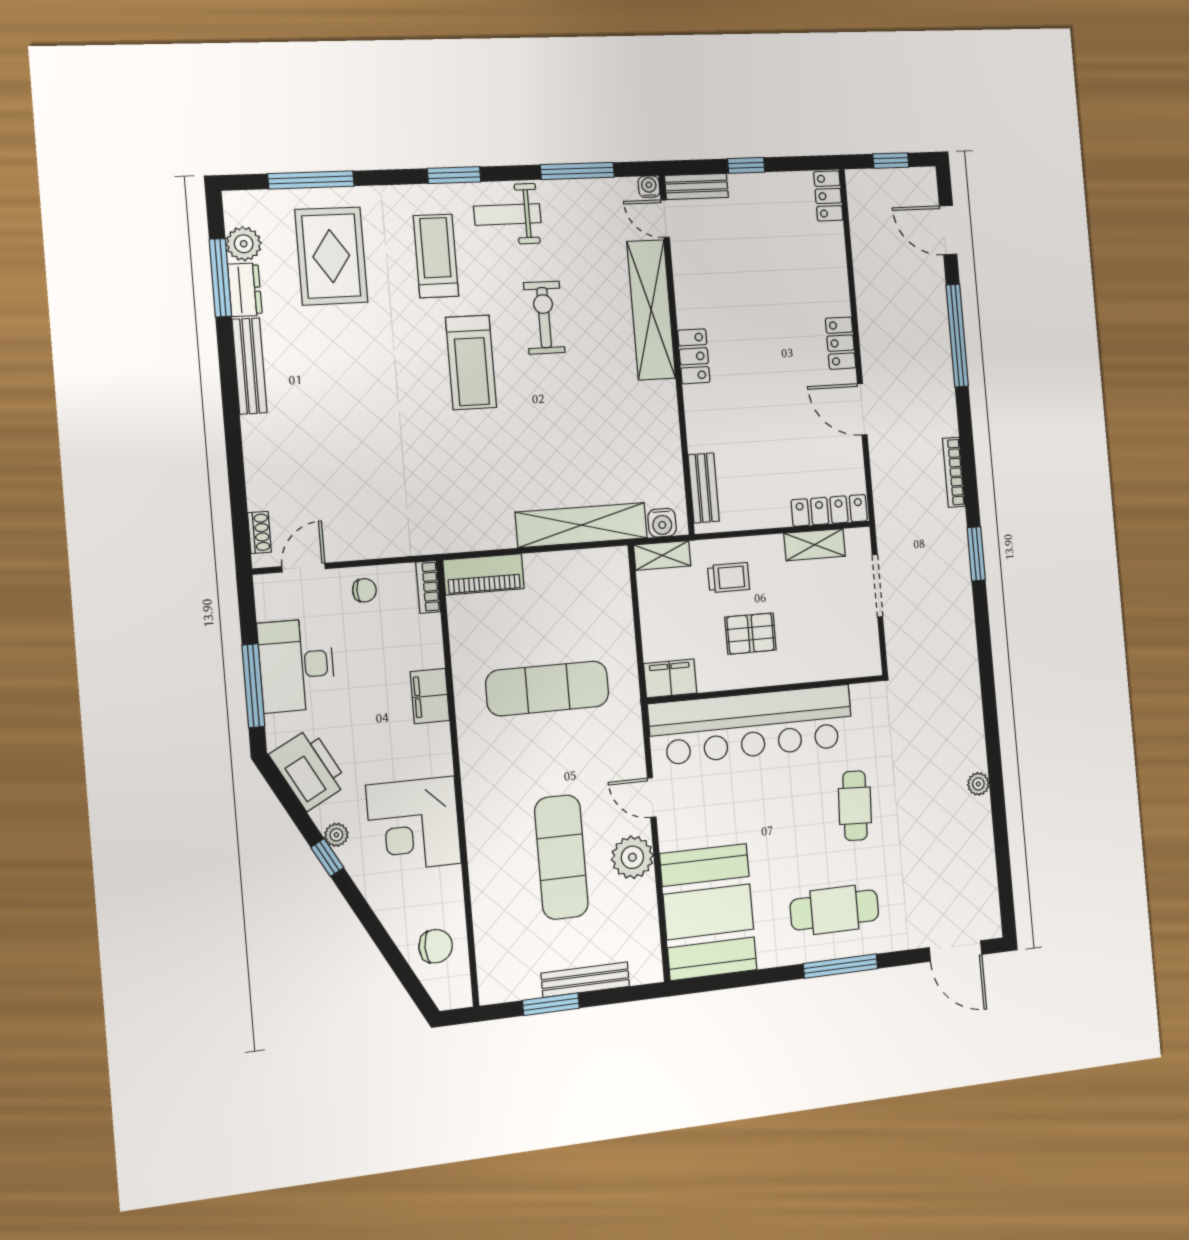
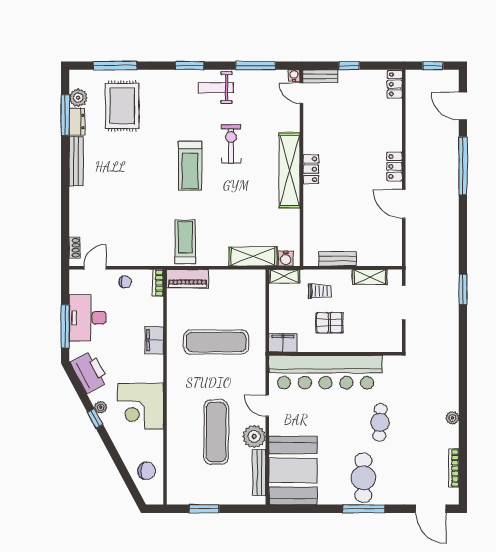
treadmill: (436, 256) -> (185, 242), moved
shelving: (651, 310) -> (289, 170), moved
bookcase: (954, 472) -> (454, 468), moved
bench: (704, 488) -> (337, 259), moved, turned 90
locker: (829, 510) -> (380, 259), removed
shelving: (581, 525) -> (253, 257), width x0.68
cafe table: (834, 910) -> (363, 478), turned 90
bench: (585, 980) -> (259, 472), moved, turned 90

